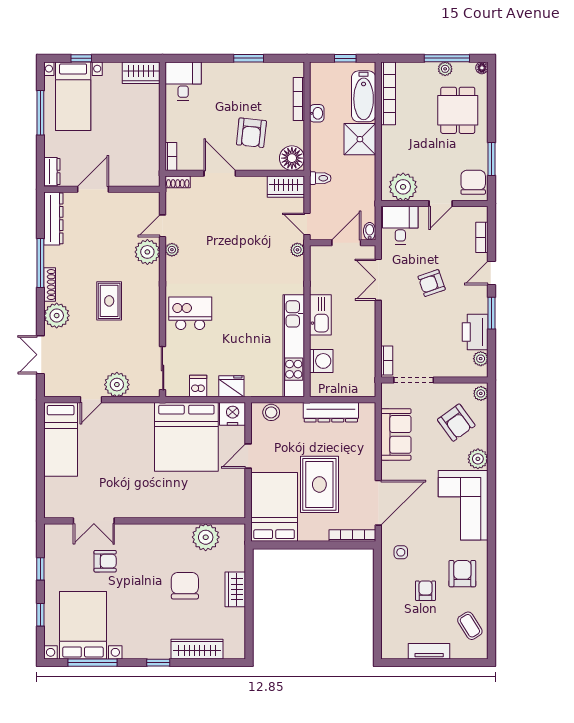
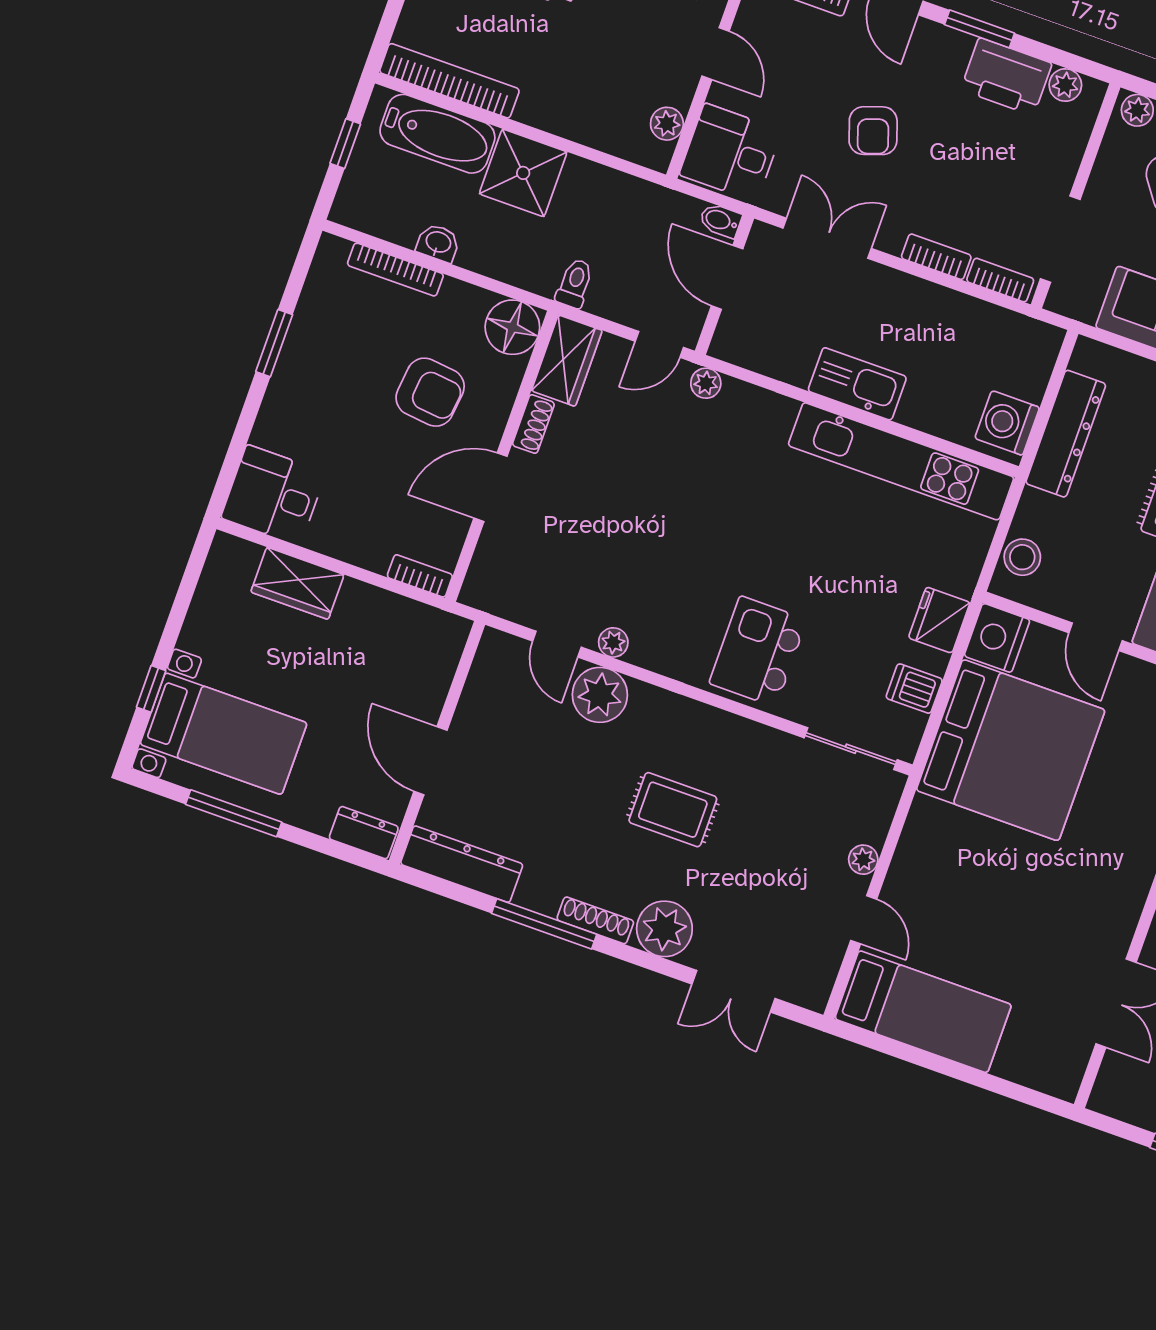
wardrobe: (141, 73) -> (297, 583), moved, turned 90
shoe rack: (178, 182) -> (533, 424), moved
plant: (403, 187) -> (667, 124), width x0.53, depth x0.53
double door: (378, 280) -> (827, 238), swing flipped
bookcase: (387, 329) -> (936, 257), added
washing machine: (321, 361) -> (1007, 423), moved, turned -90
plant: (117, 385) -> (863, 860), width x0.53, depth x0.53

